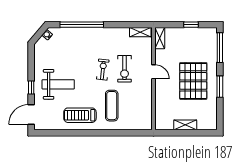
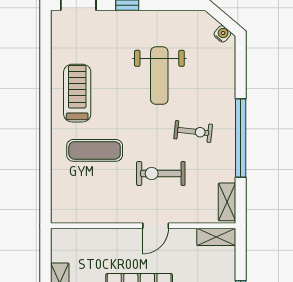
window: (82, 25) -> (241, 138), moved
exercise bike: (103, 70) -> (193, 132), moved
weight bench: (58, 84) -> (159, 76), moved

